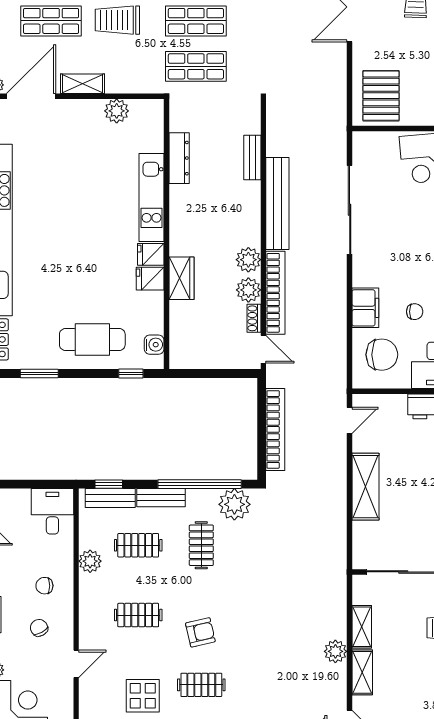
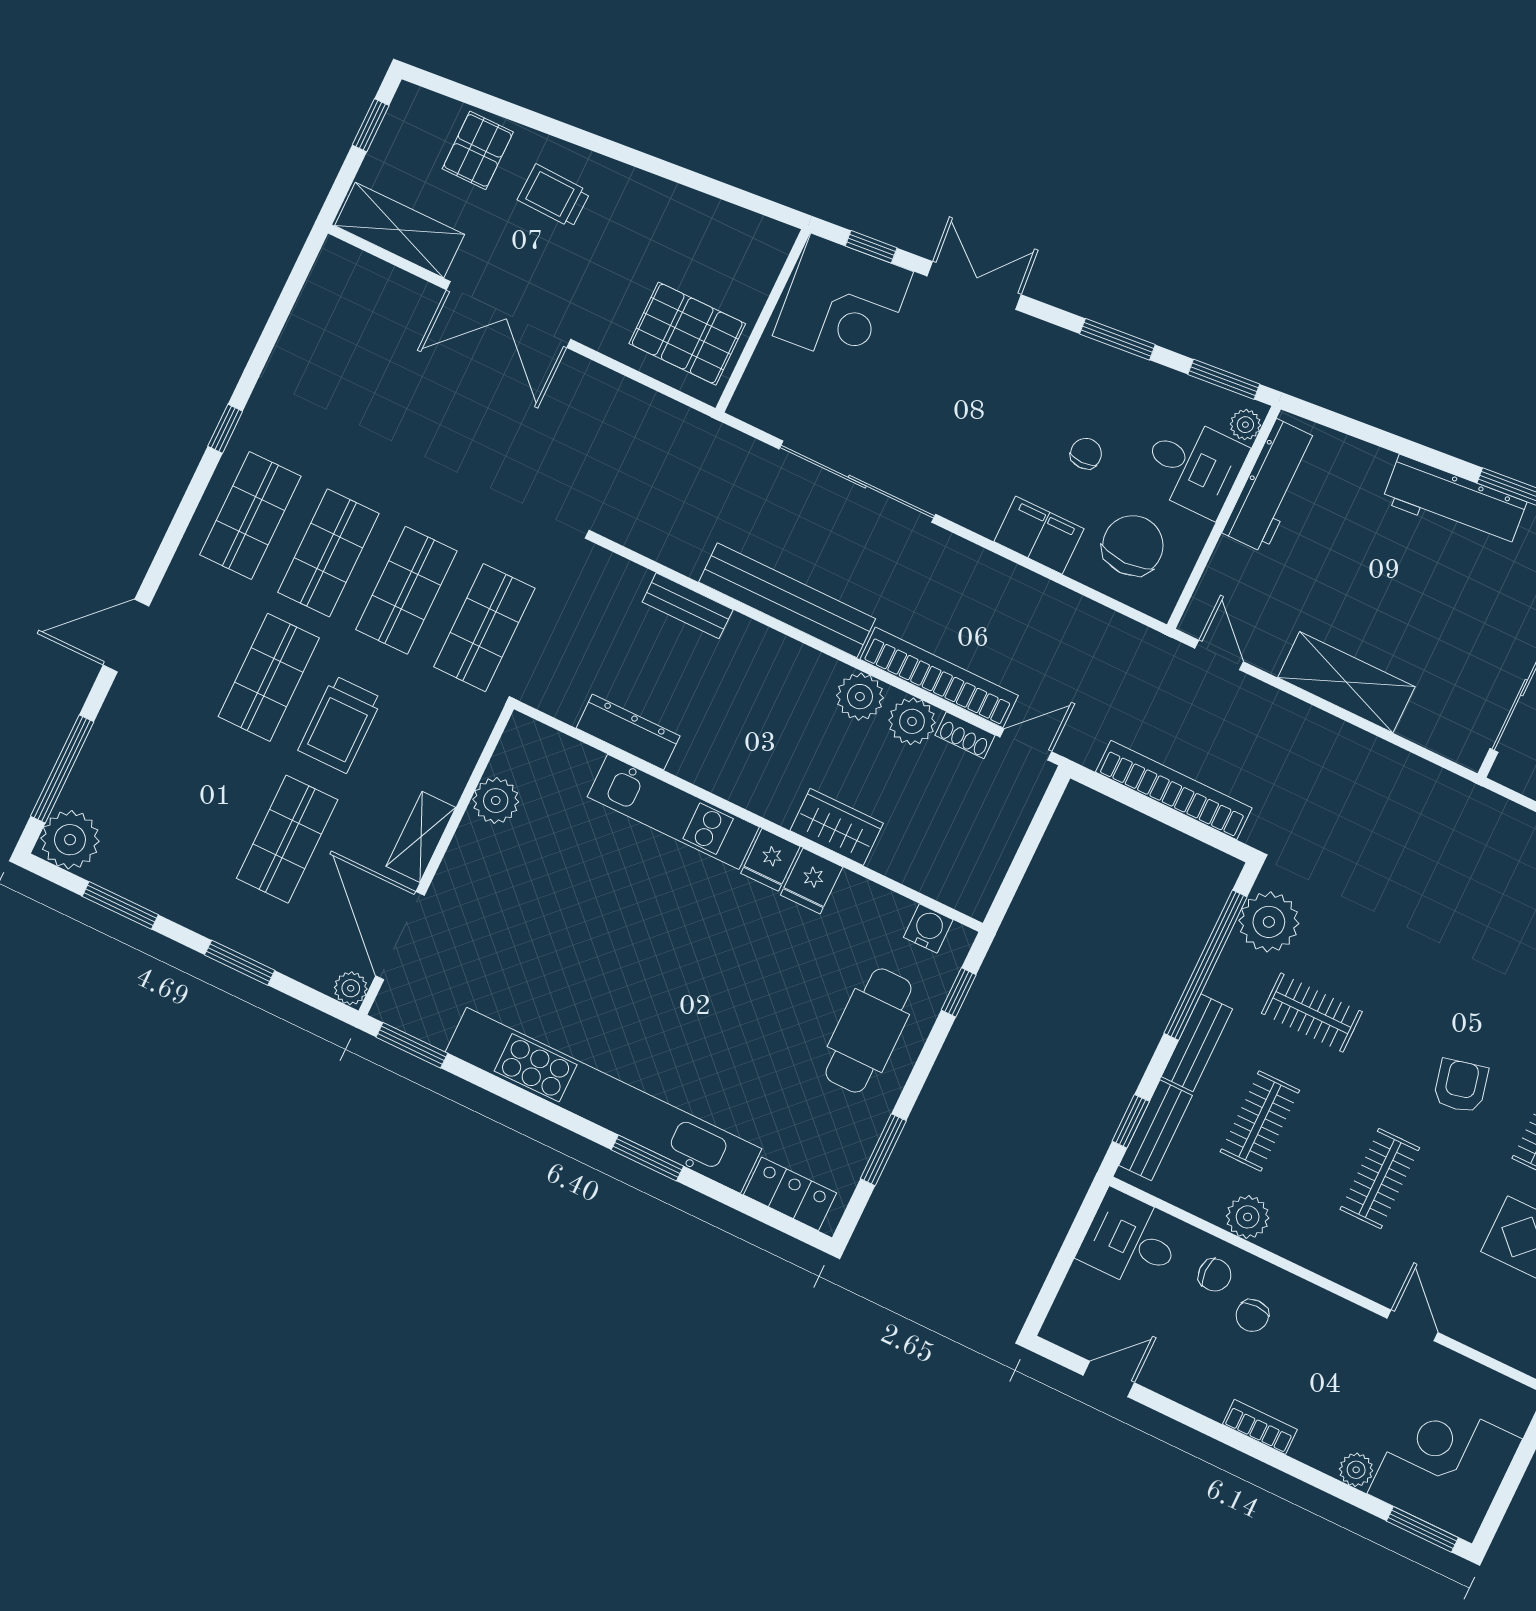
chair: (39, 628) -> (1215, 1275), moved, turned -151

